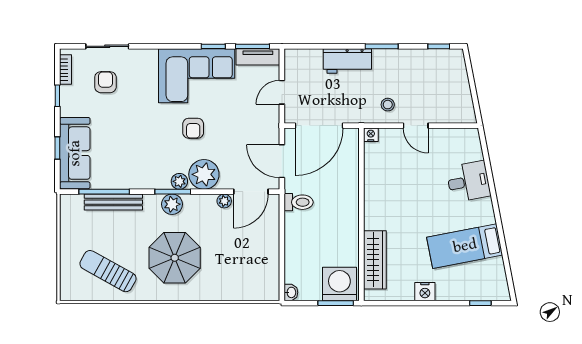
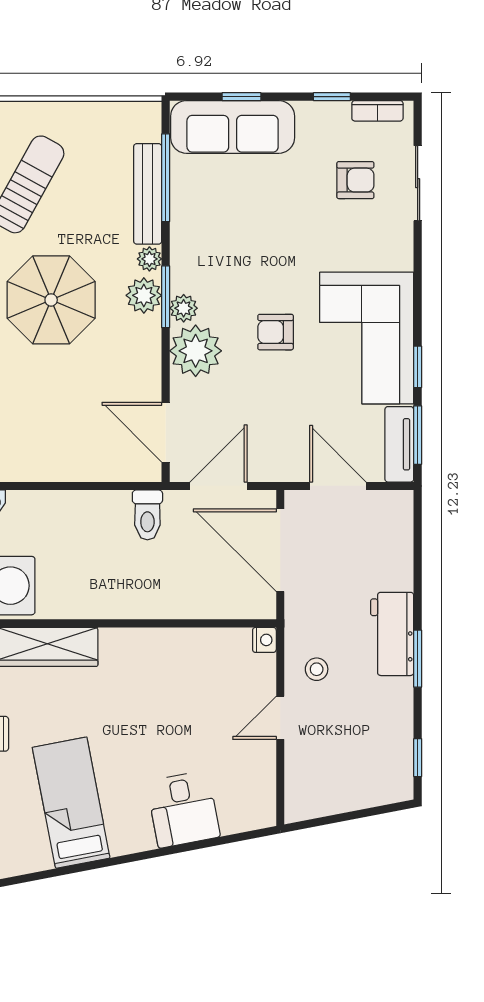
workbench: (347, 61) -> (392, 634), moved
door: (282, 92) -> (338, 486), width x1.38
plant: (224, 201) -> (149, 259), moved

